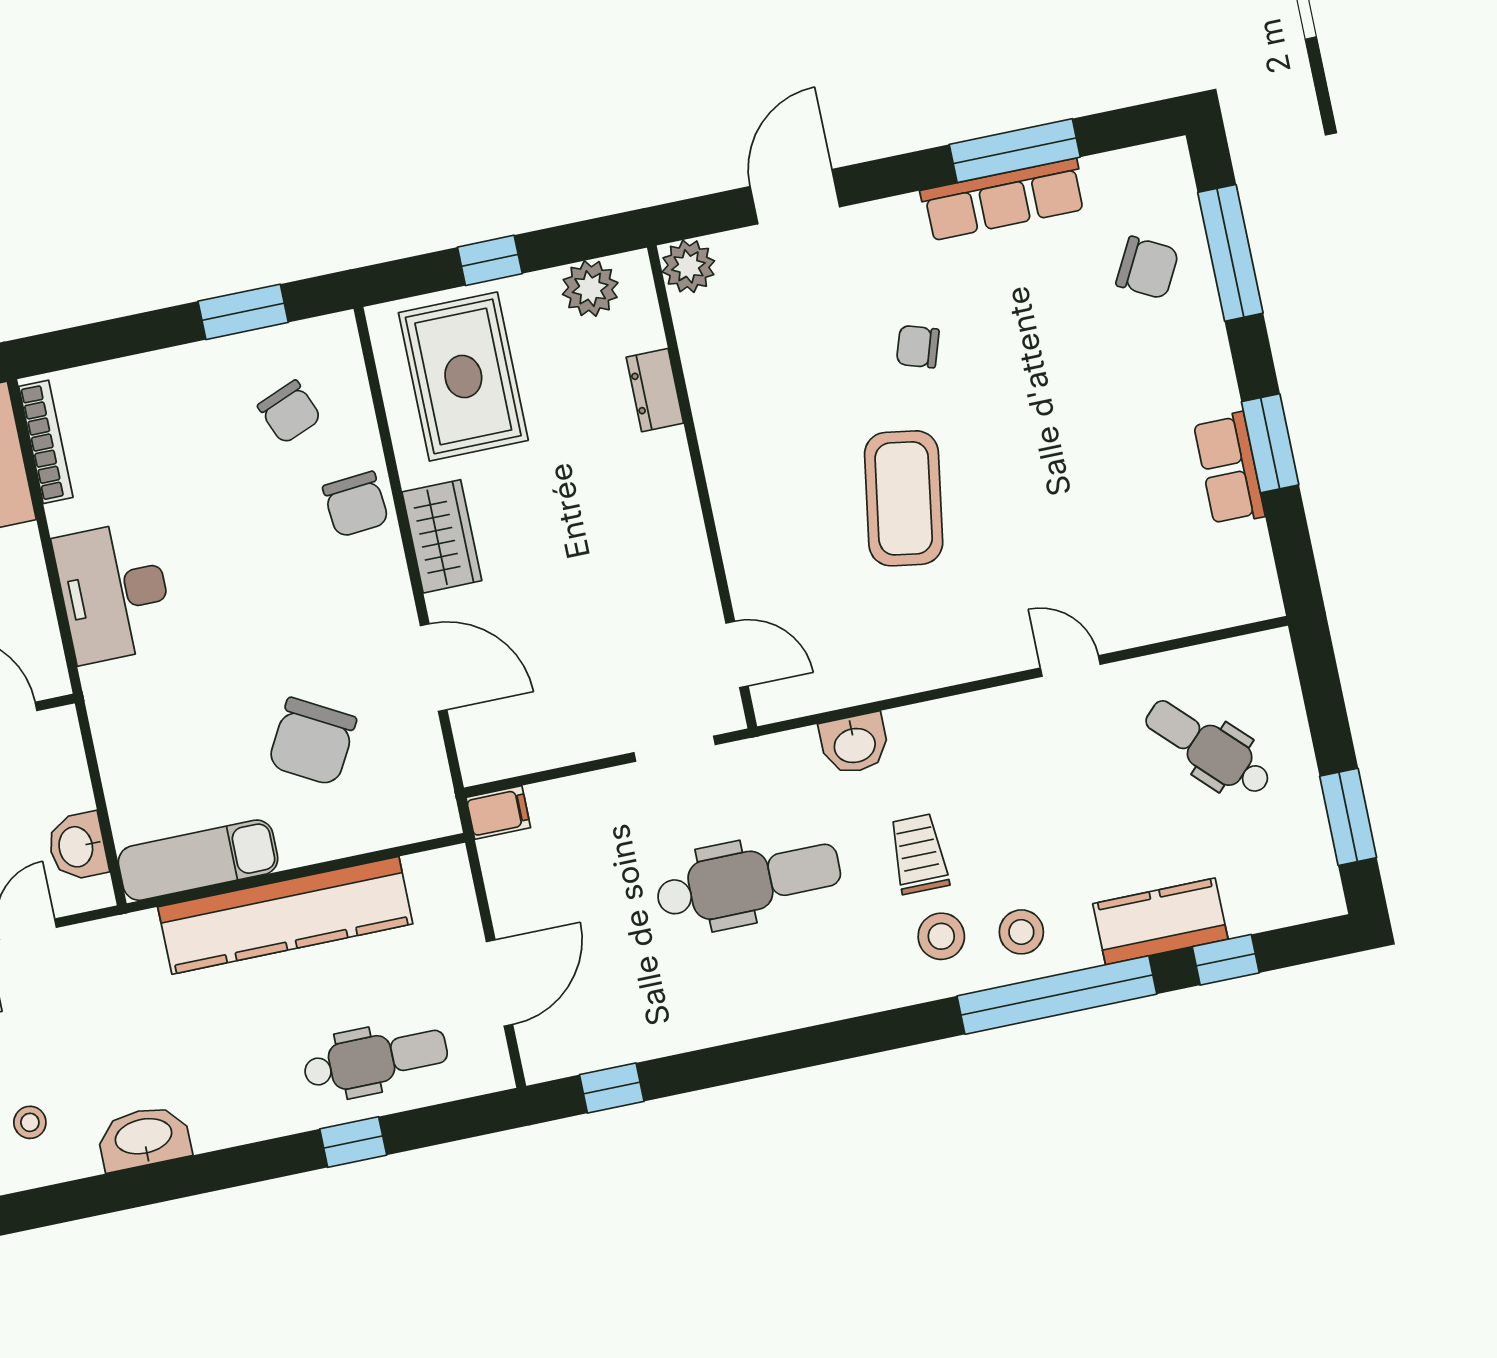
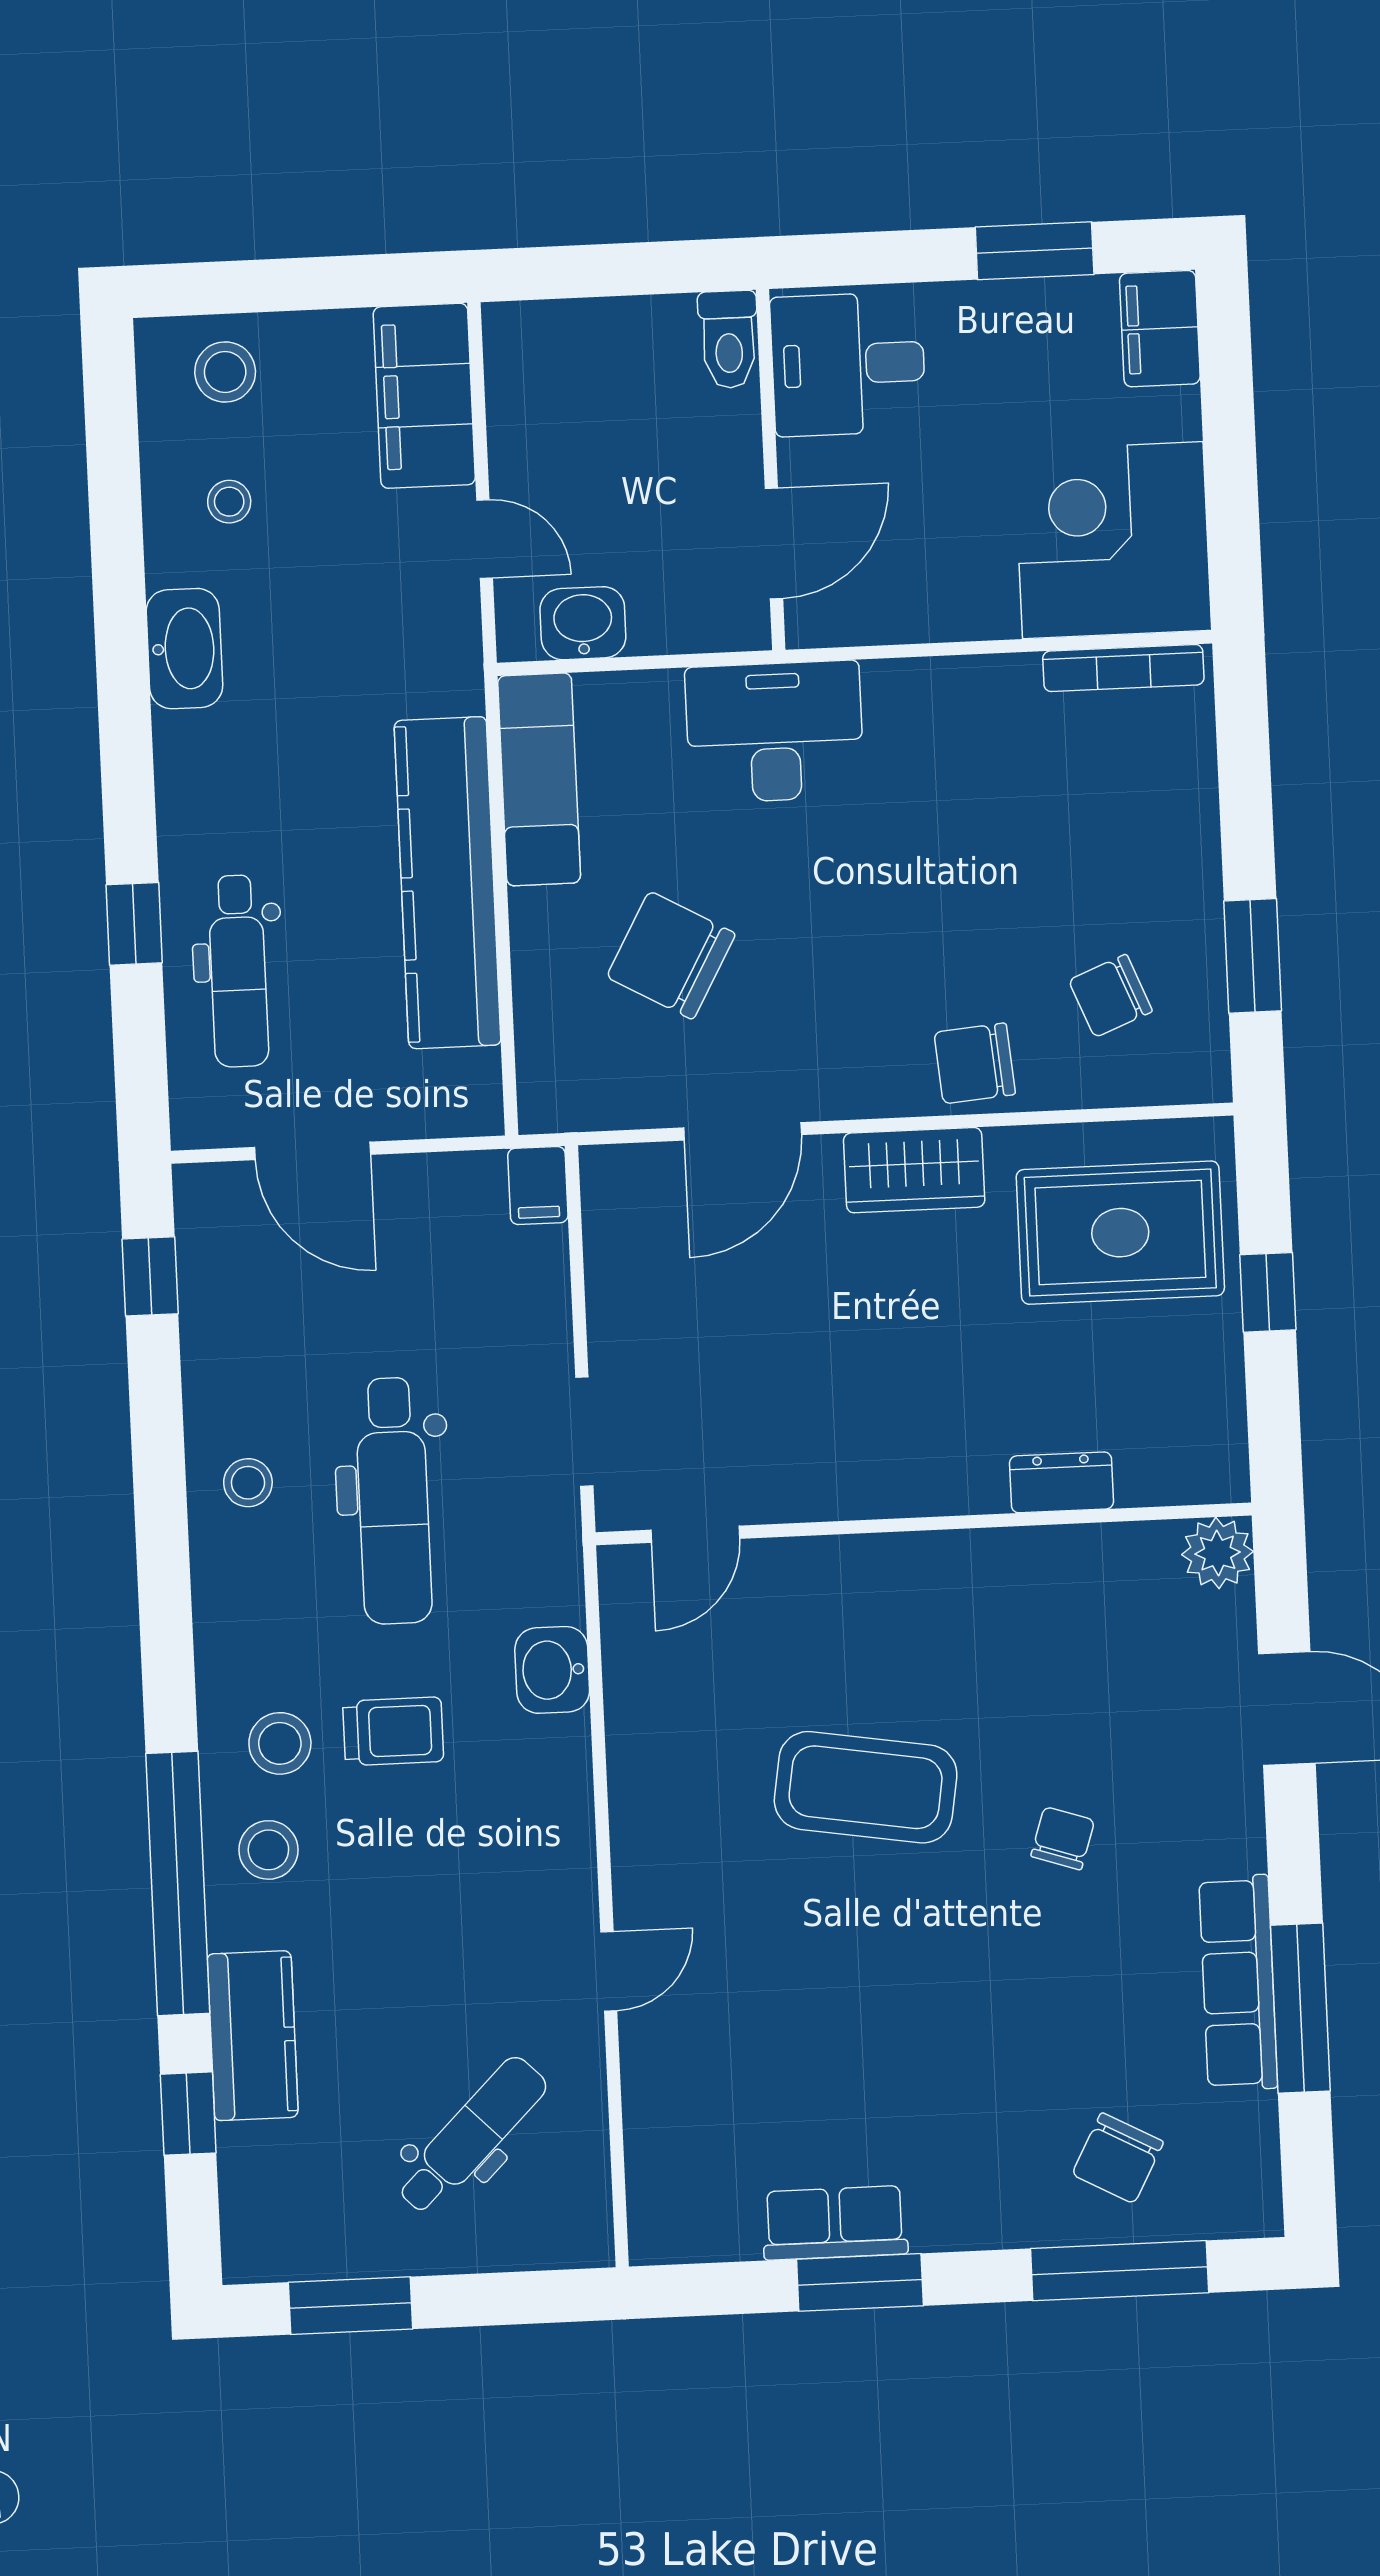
plant: (590, 289) -> (1209, 1419), removed
desk: (114, 592) -> (775, 732), moved
stool: (752, 991) -> (248, 1483), added

